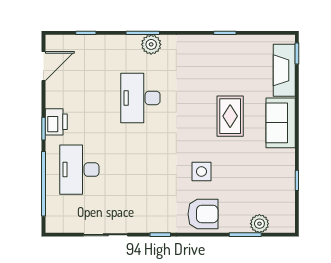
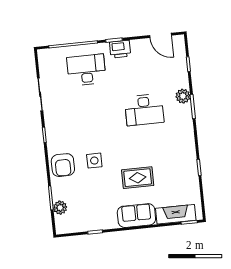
plant: (151, 44) -> (183, 96), moved
desk: (140, 98) -> (144, 110), turned 180

